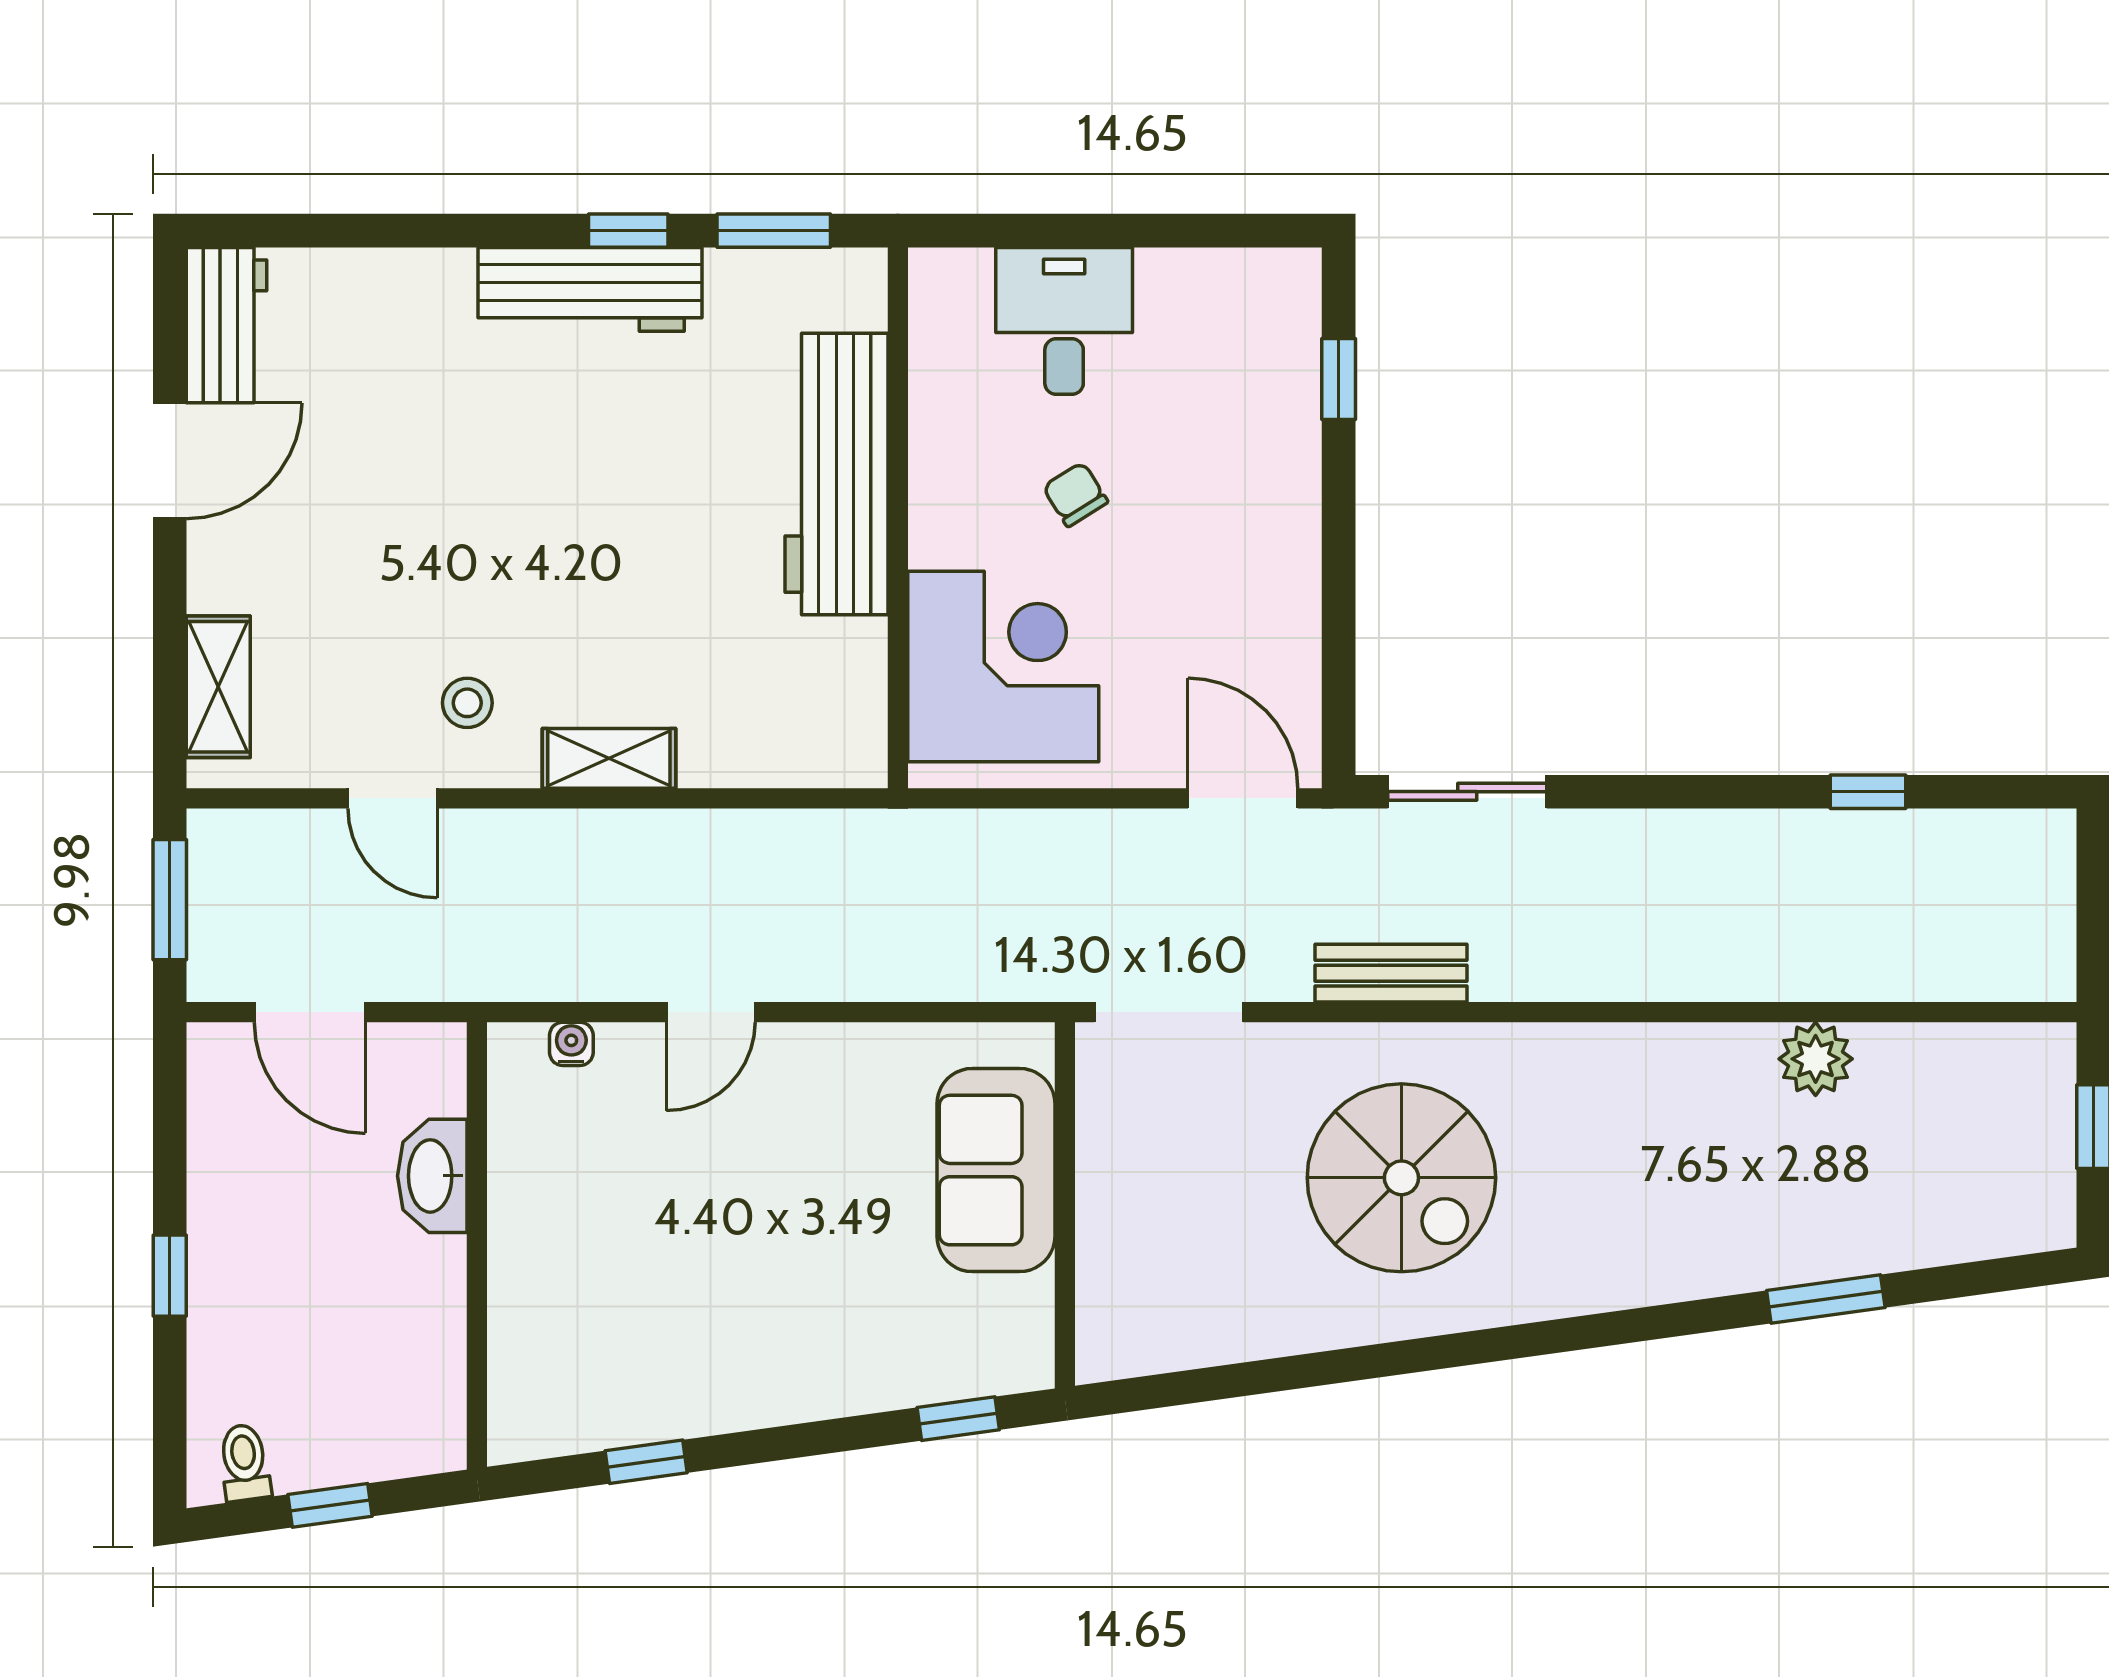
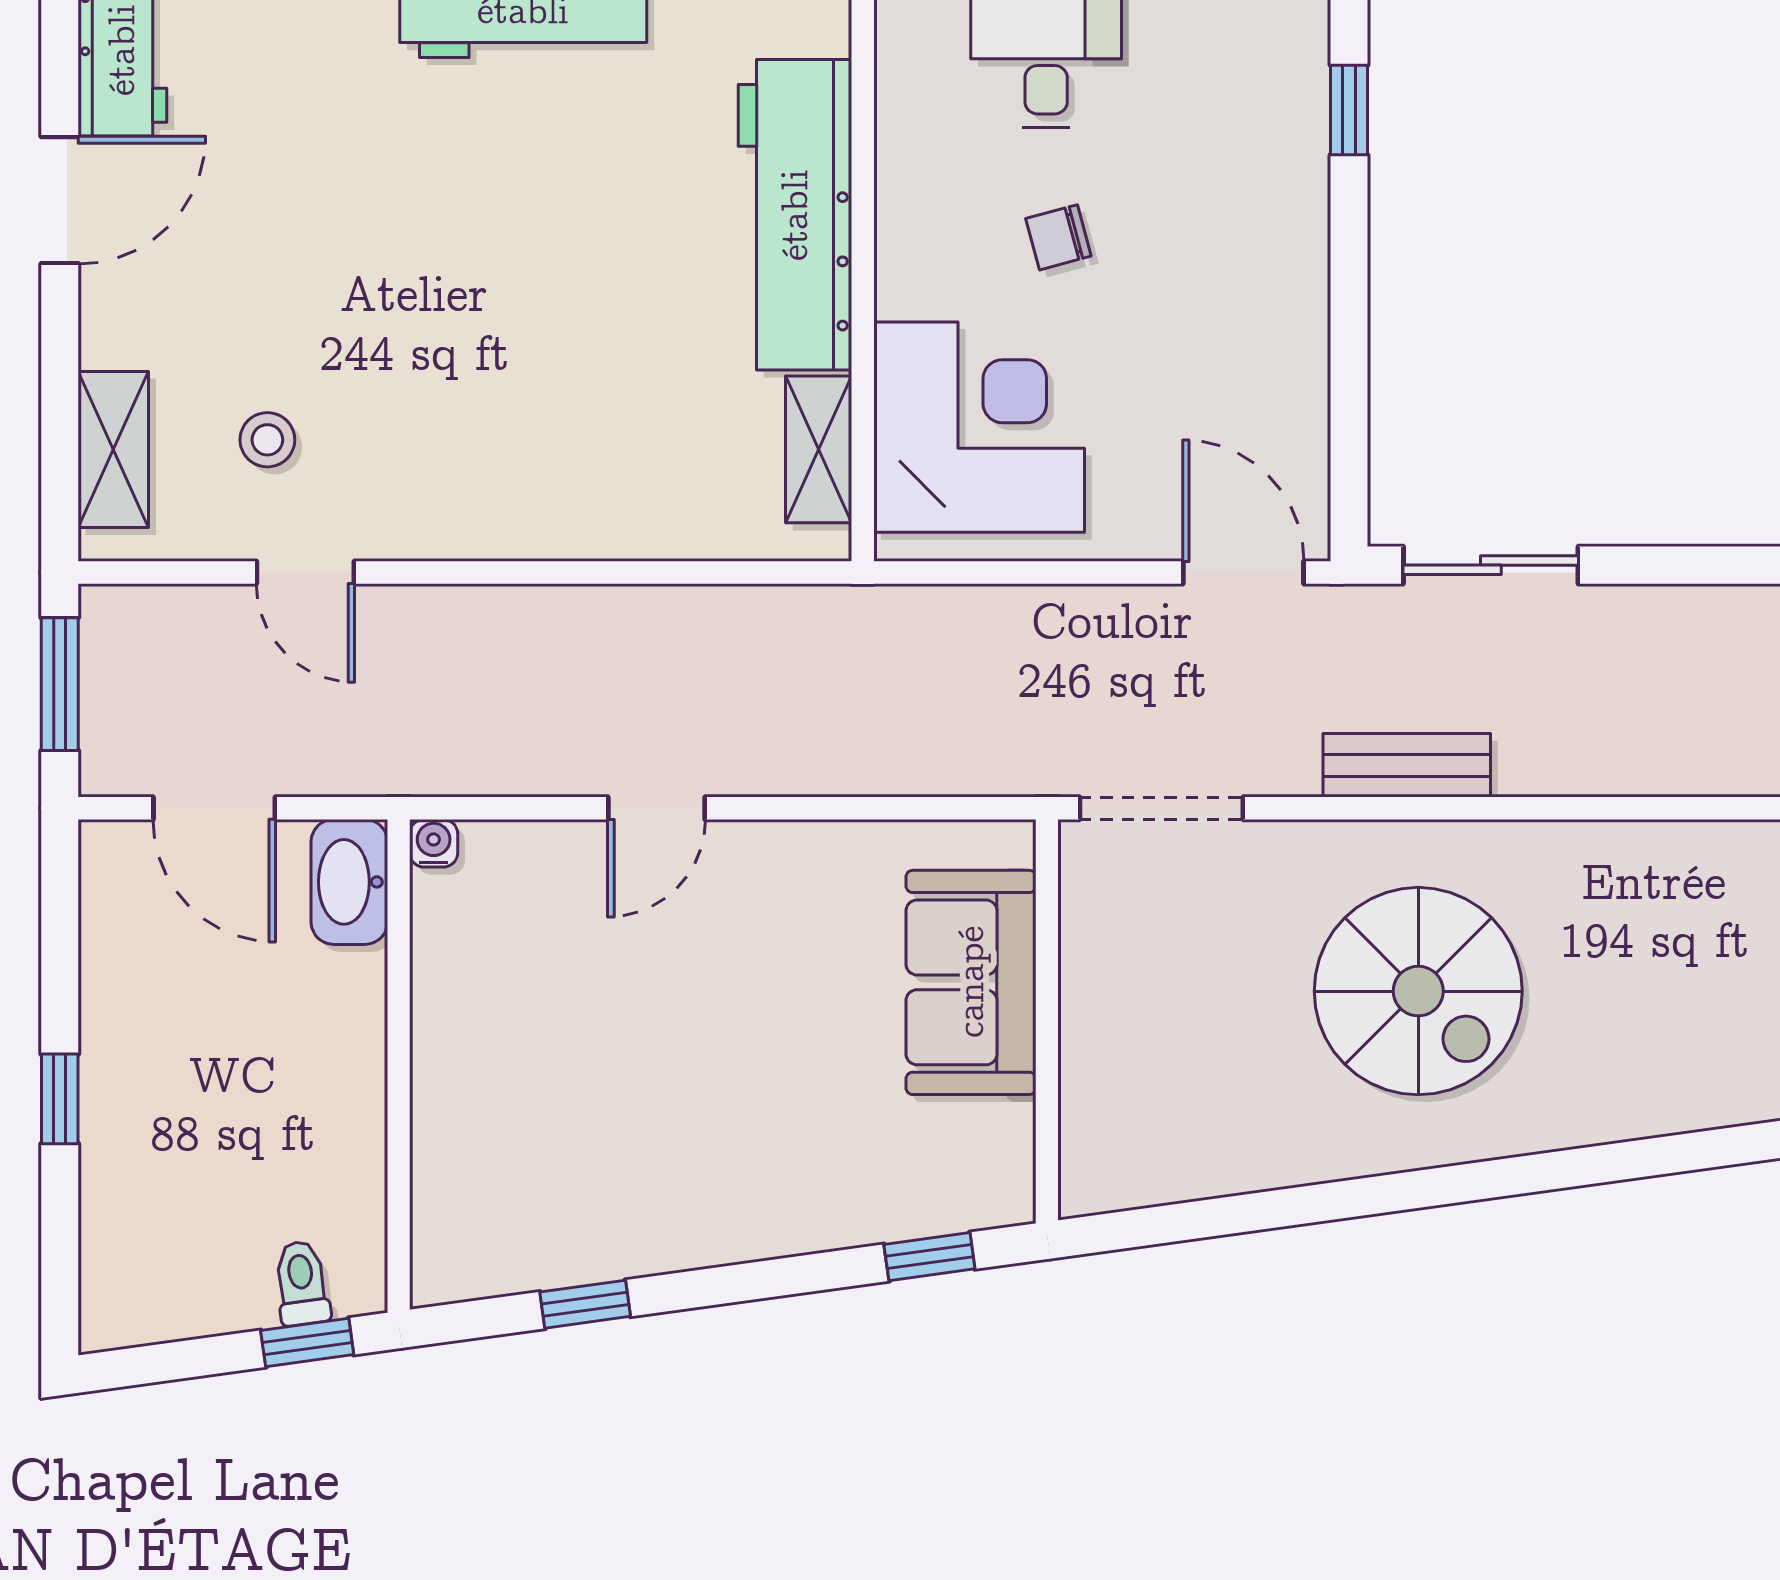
chair: (1075, 494) -> (1058, 237), turned -73
stool: (467, 703) -> (267, 440), moved
shelving: (609, 758) -> (819, 449), moved, turned 90
water cooler: (571, 1044) -> (434, 843), moved
washbasin: (432, 1176) -> (349, 882), moved
toilet: (244, 1463) -> (302, 1283), moved
window: (330, 1505) -> (307, 1342), moved

